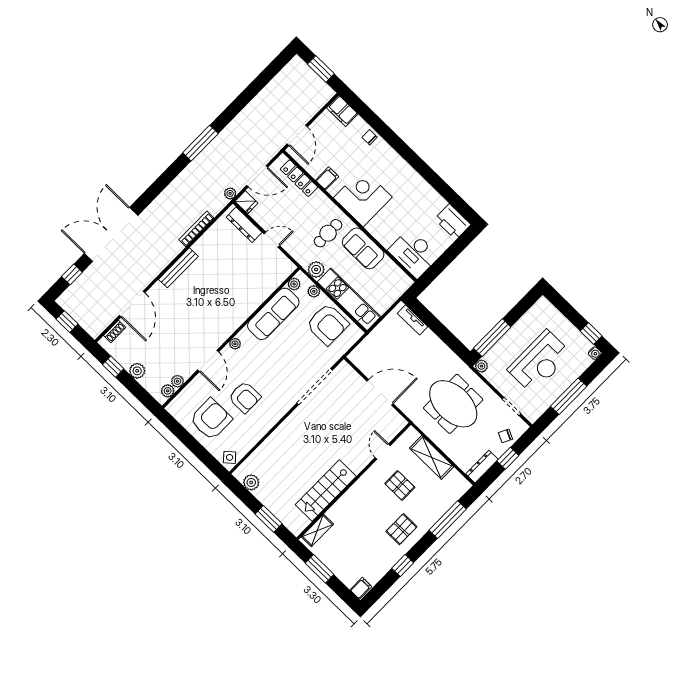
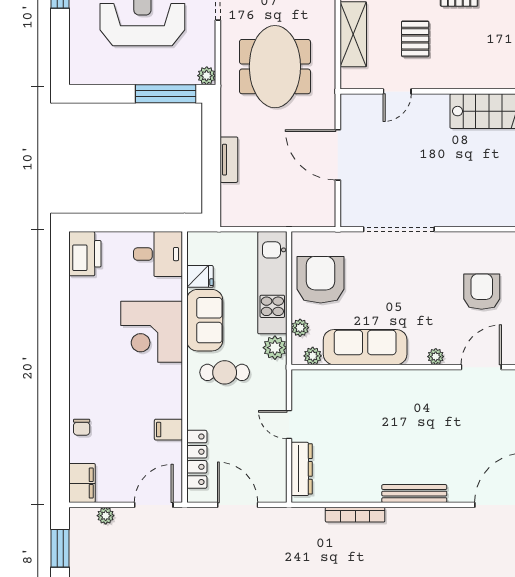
plant: (230, 193) -> (106, 516), moved
corner desk: (363, 197) -> (152, 332), moved
fridge: (247, 202) -> (200, 276), moved, turned 90
desk: (414, 253) -> (158, 254), width x0.73
tv unit: (413, 320) -> (229, 160), moved

